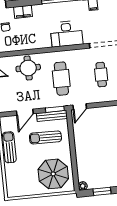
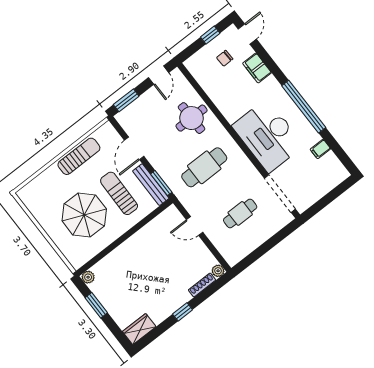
desk: (67, 34) -> (268, 136), width x1.36, depth x1.30
door: (80, 107) -> (195, 226), moved
door: (25, 112) -> (134, 148), hinge flipped
parasol: (53, 174) -> (84, 215), moved

